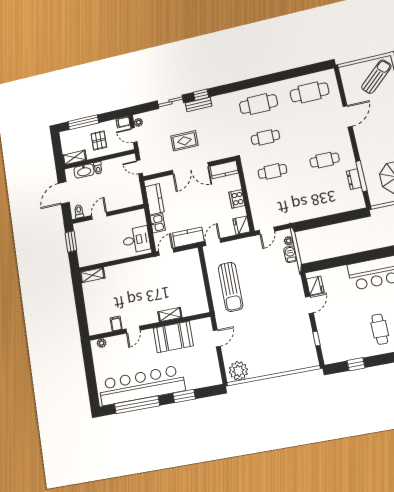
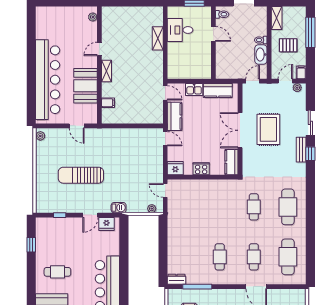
rug: (184, 141) -> (268, 129), width x1.36, depth x1.43
washbasin: (84, 171) -> (261, 54), moved
cafe table: (272, 171) -> (254, 257), moved
dresser: (354, 179) -> (177, 279), moved
desk: (136, 240) -> (180, 30), moved, turned 90
barbecue: (290, 254) -> (119, 208), moved
shelving: (92, 275) -> (158, 38), moved
sun lounger: (231, 287) -> (81, 175), moved
door: (309, 305) -> (90, 215), hinge flipped
shelving: (170, 315) -> (106, 71), moved
filing cabinet: (116, 324) -> (108, 103), moved
door: (133, 330) -> (99, 49), hinge flipped
plant: (238, 371) -> (40, 136), width x0.53, depth x0.53
bar counter: (142, 385) -> (48, 80), moved
window: (184, 396) -> (31, 86), removed
window: (137, 405) -> (31, 41), removed

